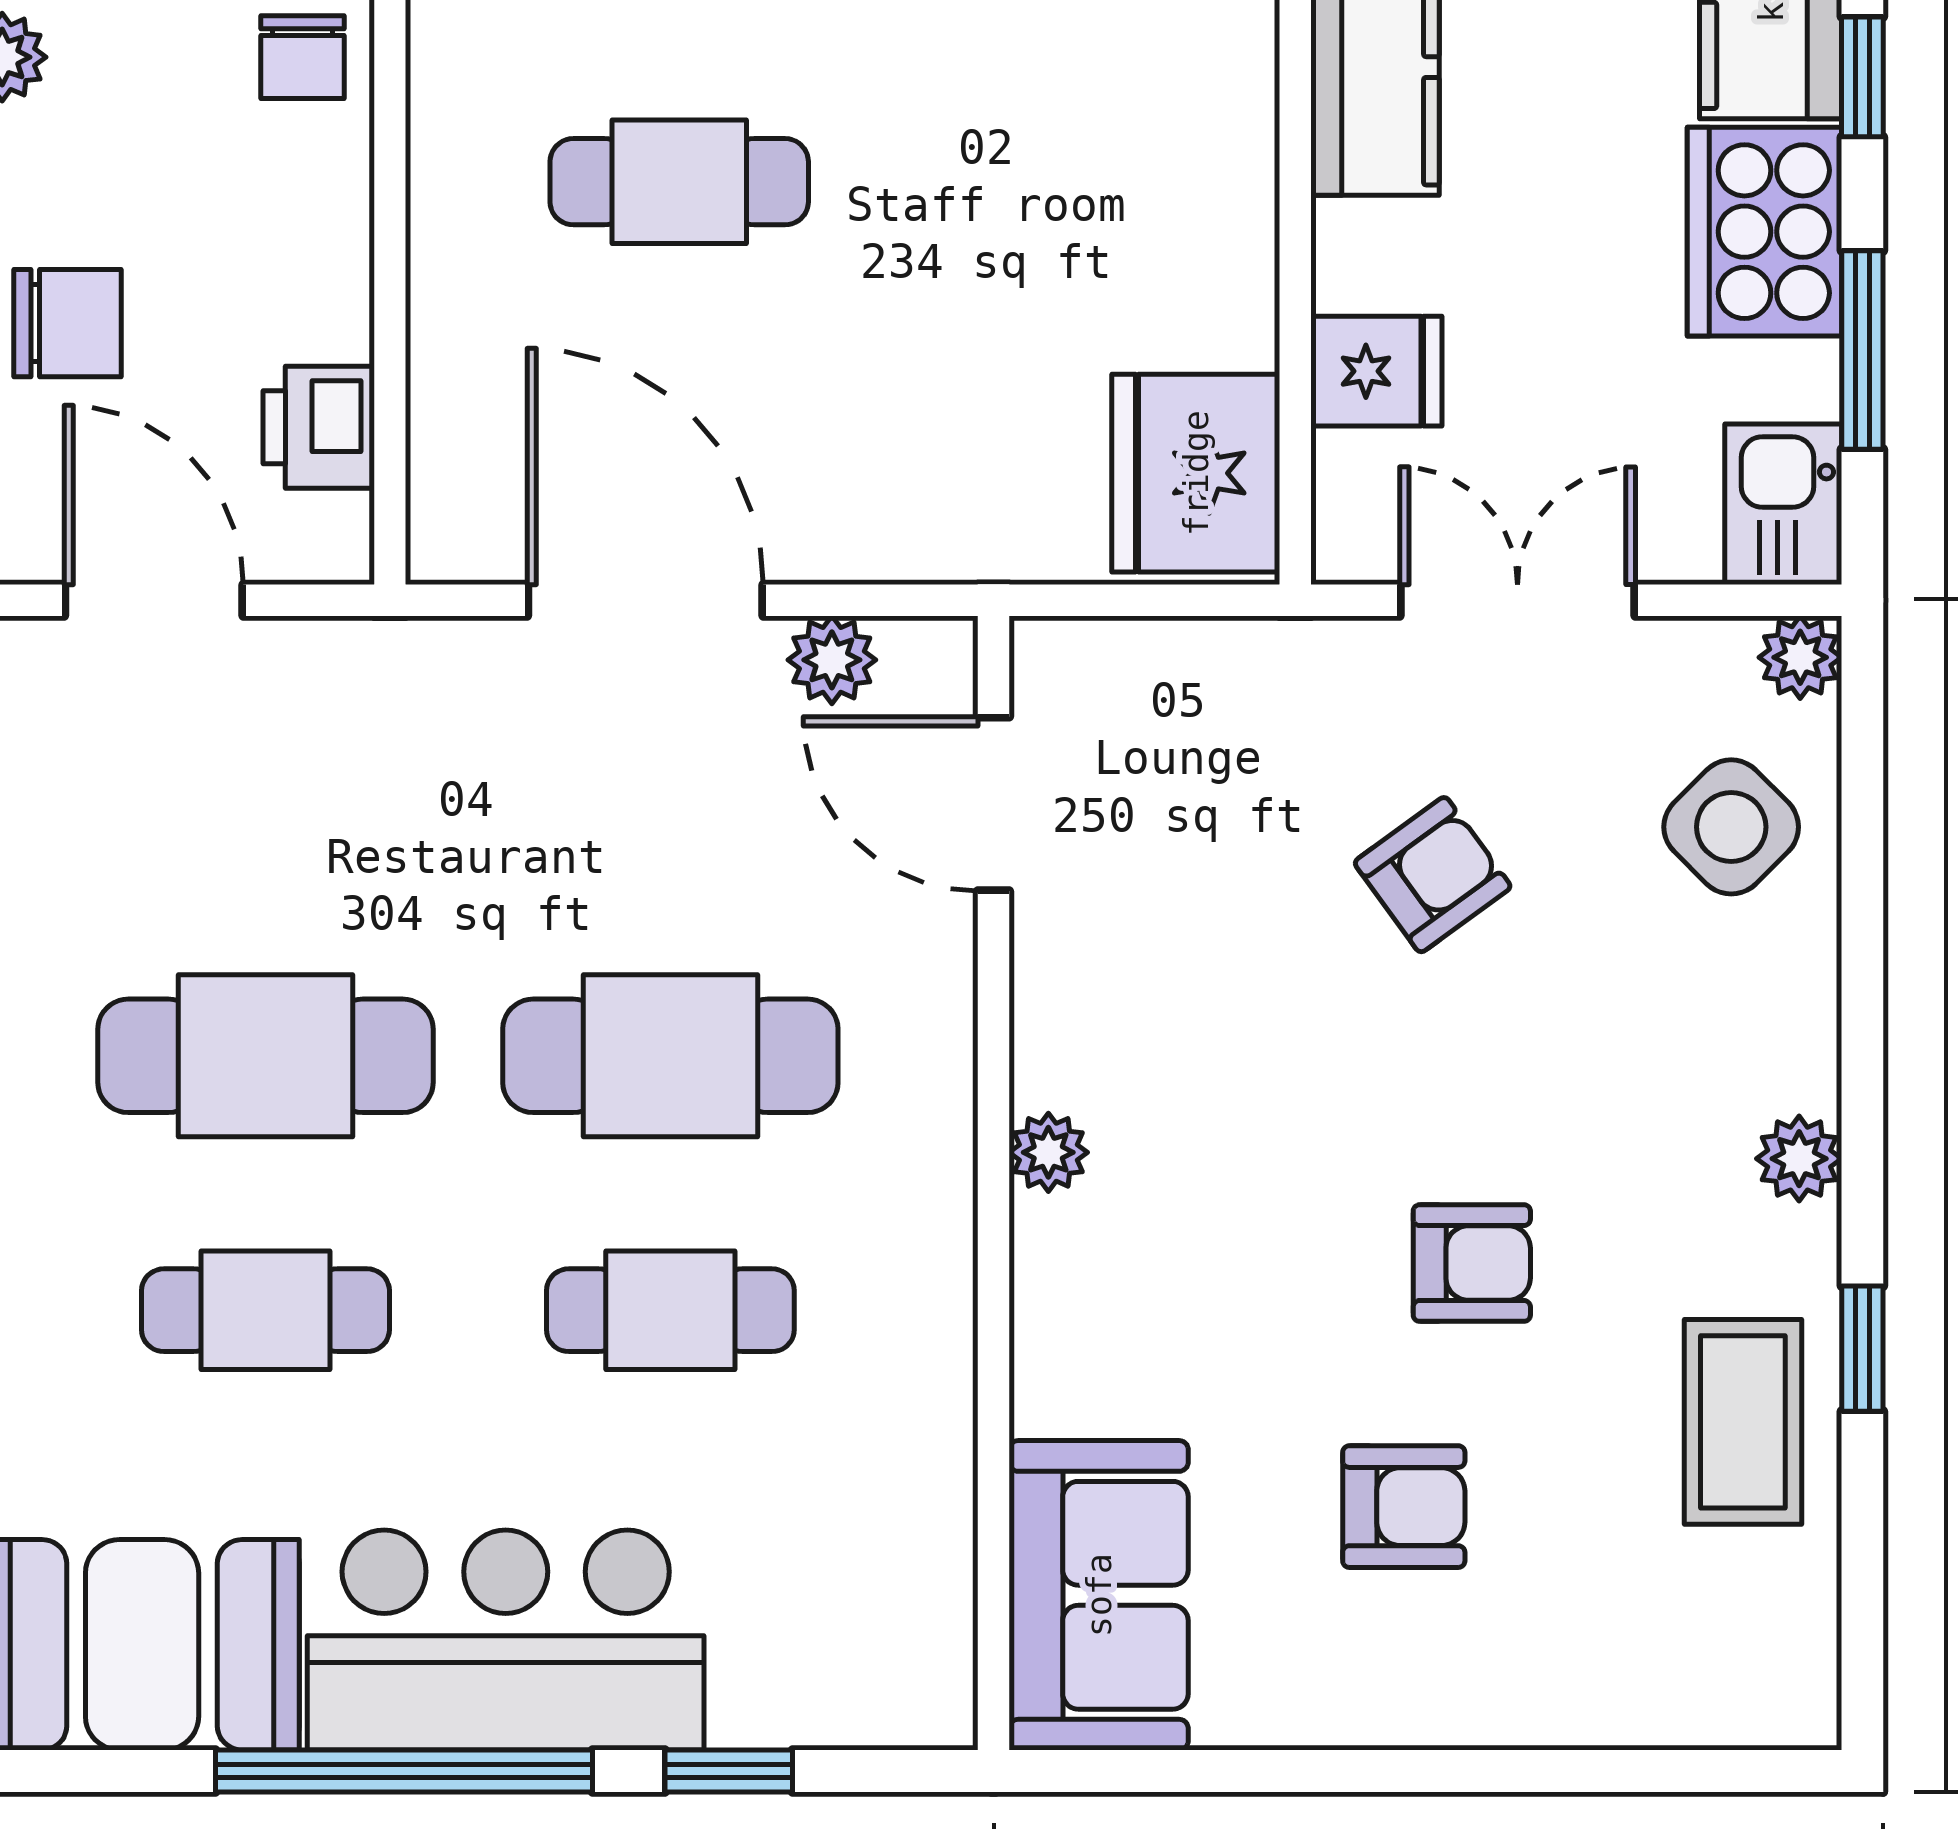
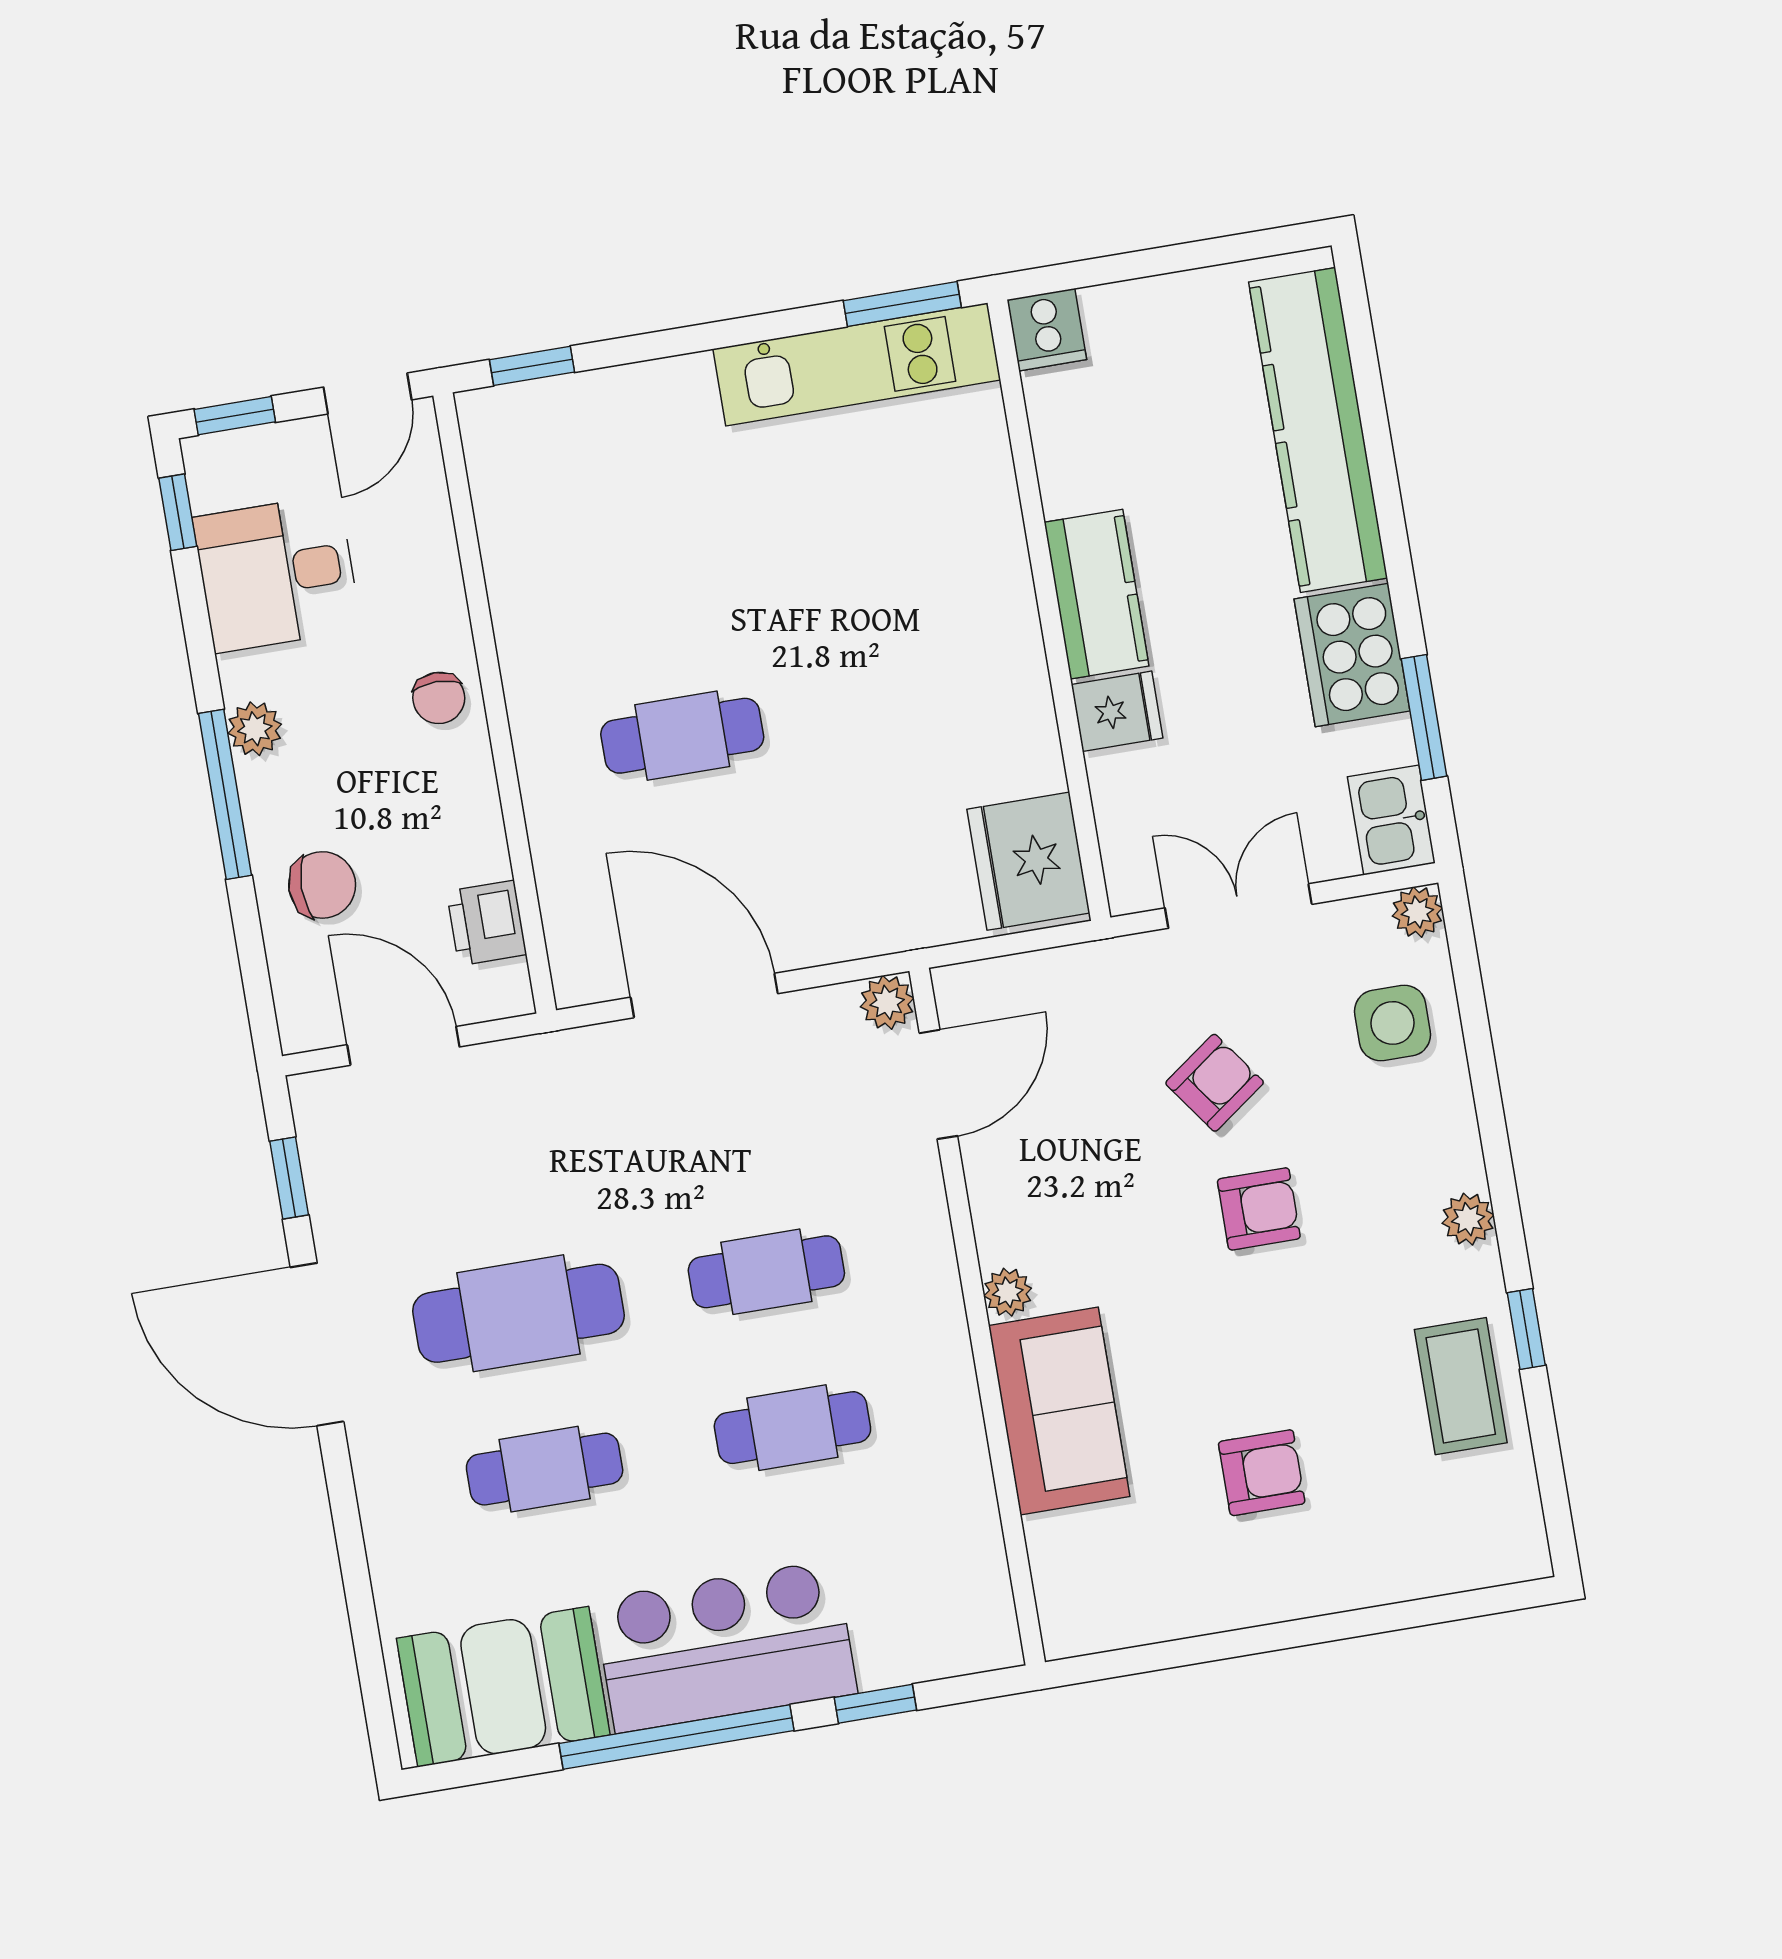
window: (1862, 77) -> (1396, 550), removed
fridge: (1376, 371) -> (1117, 711), moved
plant: (832, 660) -> (887, 1002), moved
door: (993, 804) -> (938, 1084), swing flipped
side table: (1731, 827) -> (1393, 1023), turned 45
cafe table: (670, 1056) -> (766, 1272), width x0.73, depth x0.74
armchair: (1472, 1263) -> (1259, 1209), moved
sofa: (1099, 1595) -> (1059, 1411), moved

